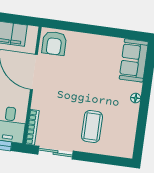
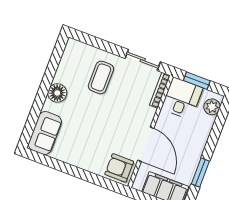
armchair: (54, 43) -> (119, 168), turned -90
floor lamp: (136, 98) -> (57, 93), width x1.89, depth x1.89

